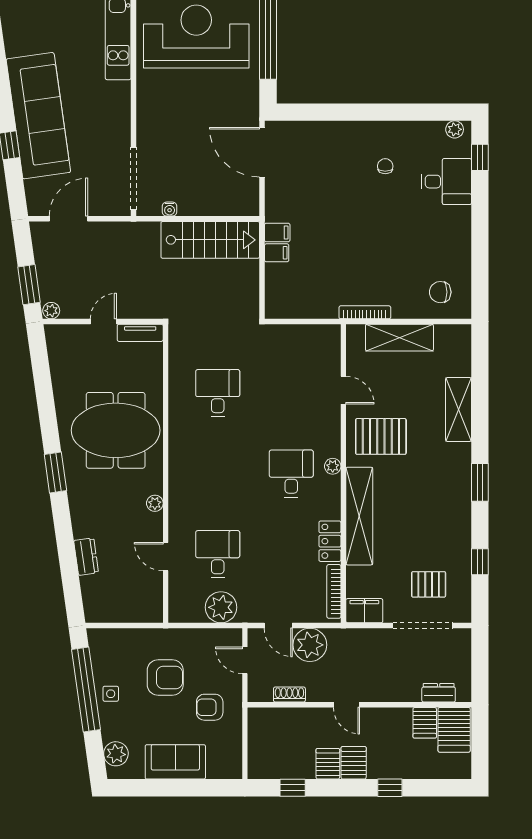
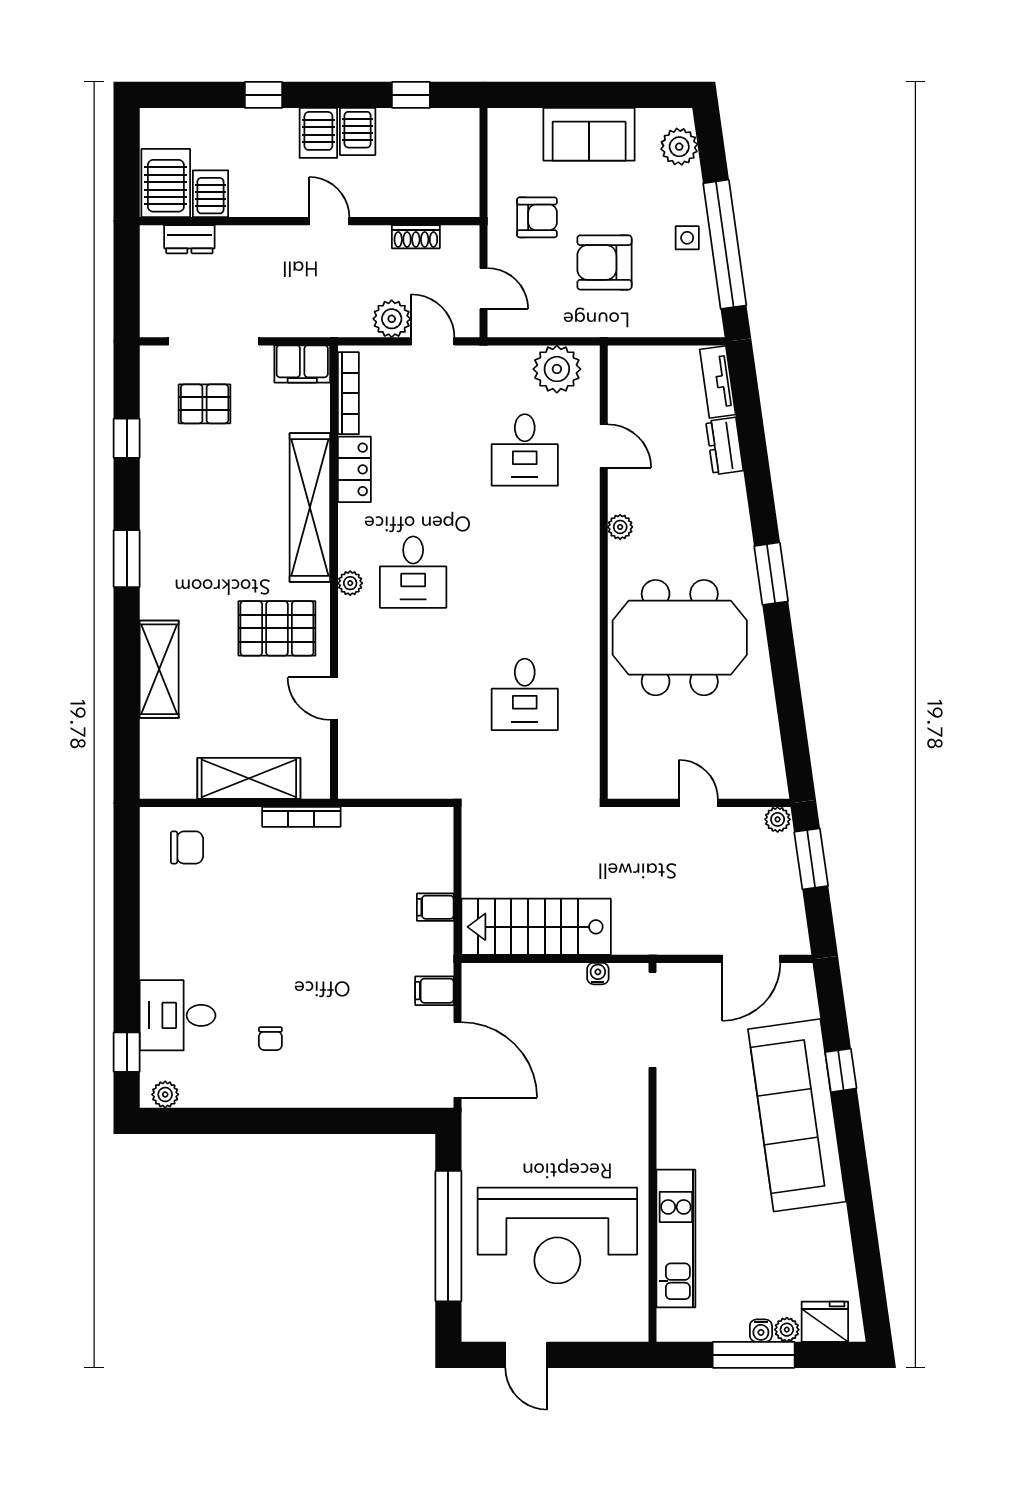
filing cabinet: (277, 233) -> (434, 991), moved
door: (103, 321) -> (698, 803), swing flipped
tv unit: (140, 333) -> (718, 382), moved, turned -98
plant: (221, 607) -> (557, 369), moved
plant: (310, 645) -> (392, 319), width x0.73, depth x0.73

